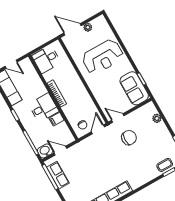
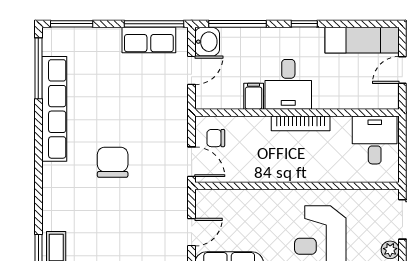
door: (118, 118) -> (192, 232), moved
chair: (129, 138) -> (113, 162), moved, turned 180

